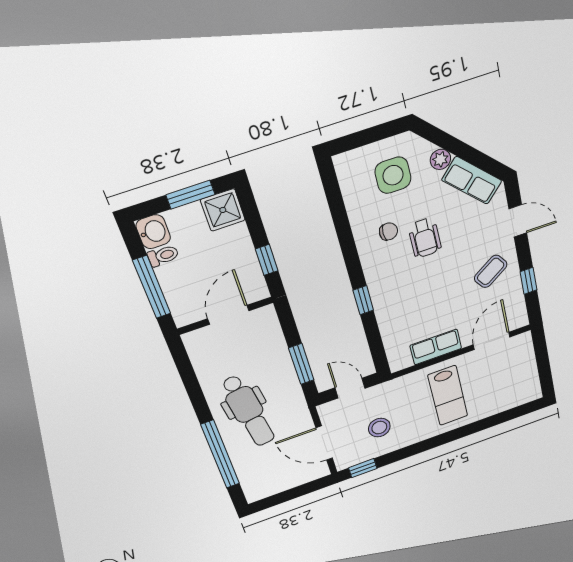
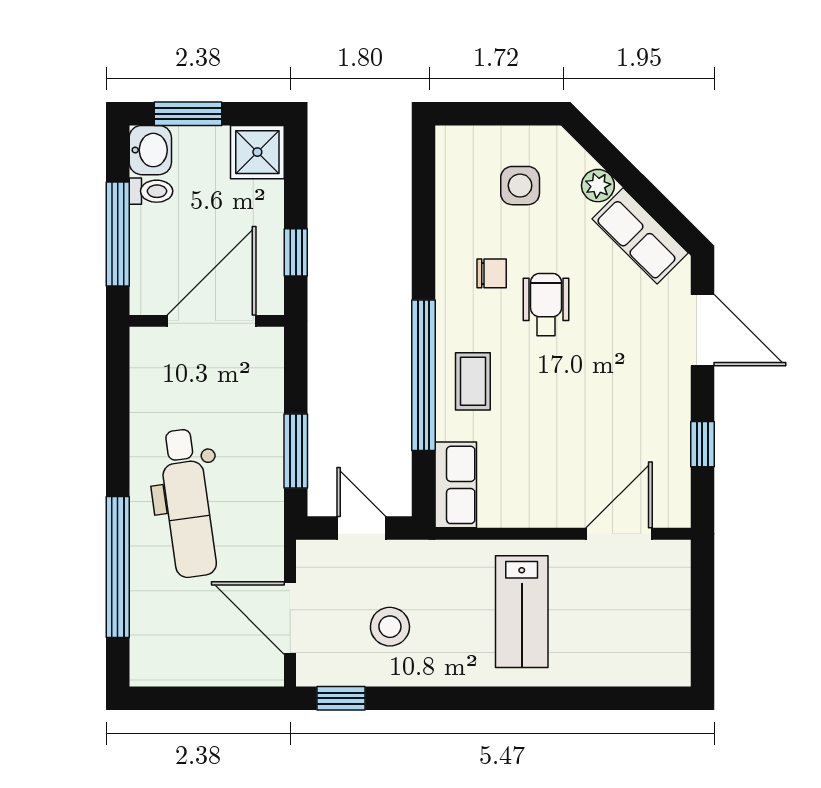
side table: (393, 175) -> (520, 186), width x0.73, depth x0.73
window: (190, 195) -> (188, 114), moved
door: (518, 221) -> (702, 330), width x1.38
wheelchair: (425, 238) -> (546, 304), turned 180
coffee table: (491, 271) -> (473, 381), moved, turned -56
window: (363, 300) -> (424, 375), width x3.17
door: (228, 315) -> (212, 321), width x1.36
row of seats: (436, 347) -> (456, 485), moved, turned 90

